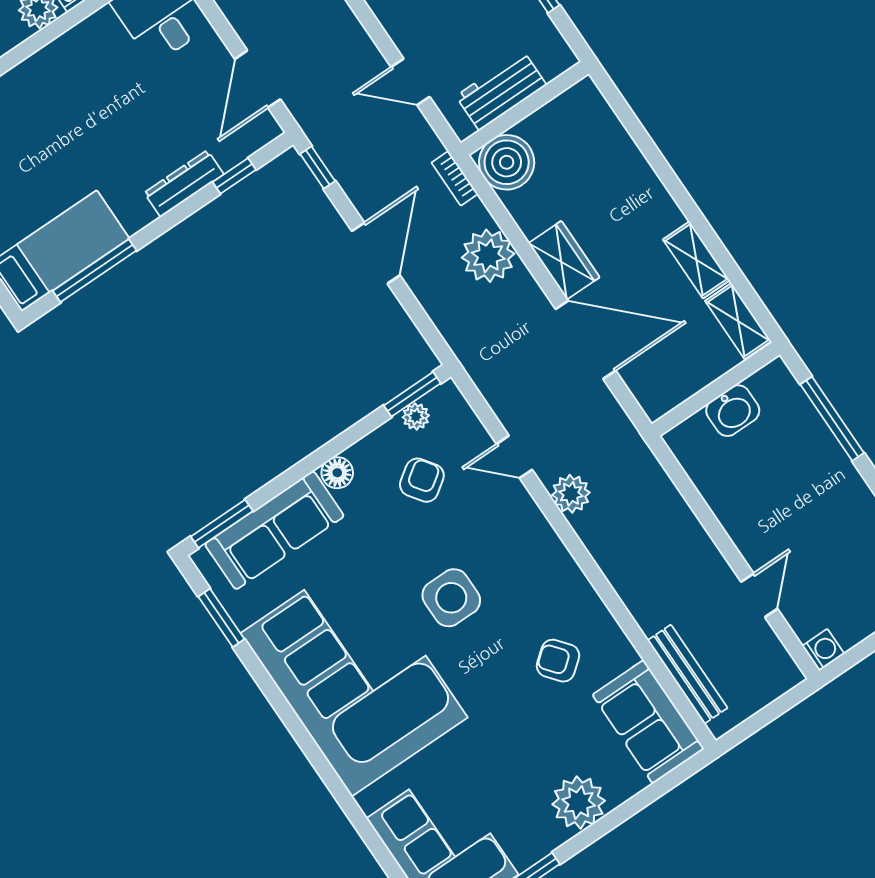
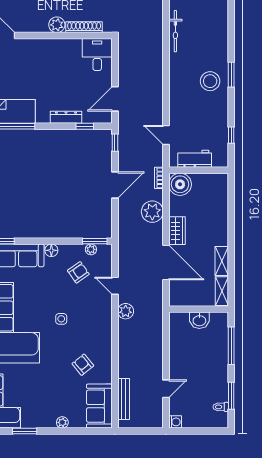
side table: (451, 598) -> (61, 319), width x0.54, depth x0.54
plant: (579, 802) -> (62, 422), width x0.53, depth x0.53

